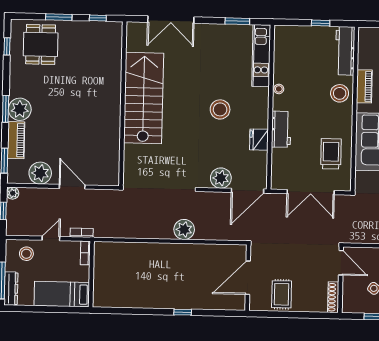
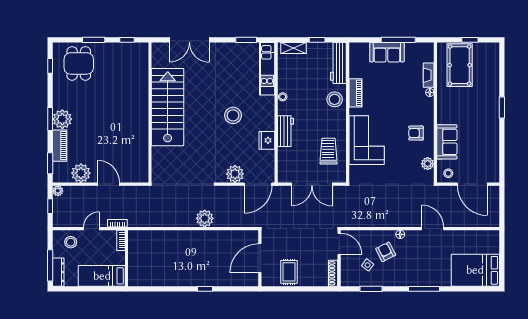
shelving: (293, 32) -> (293, 48), added

